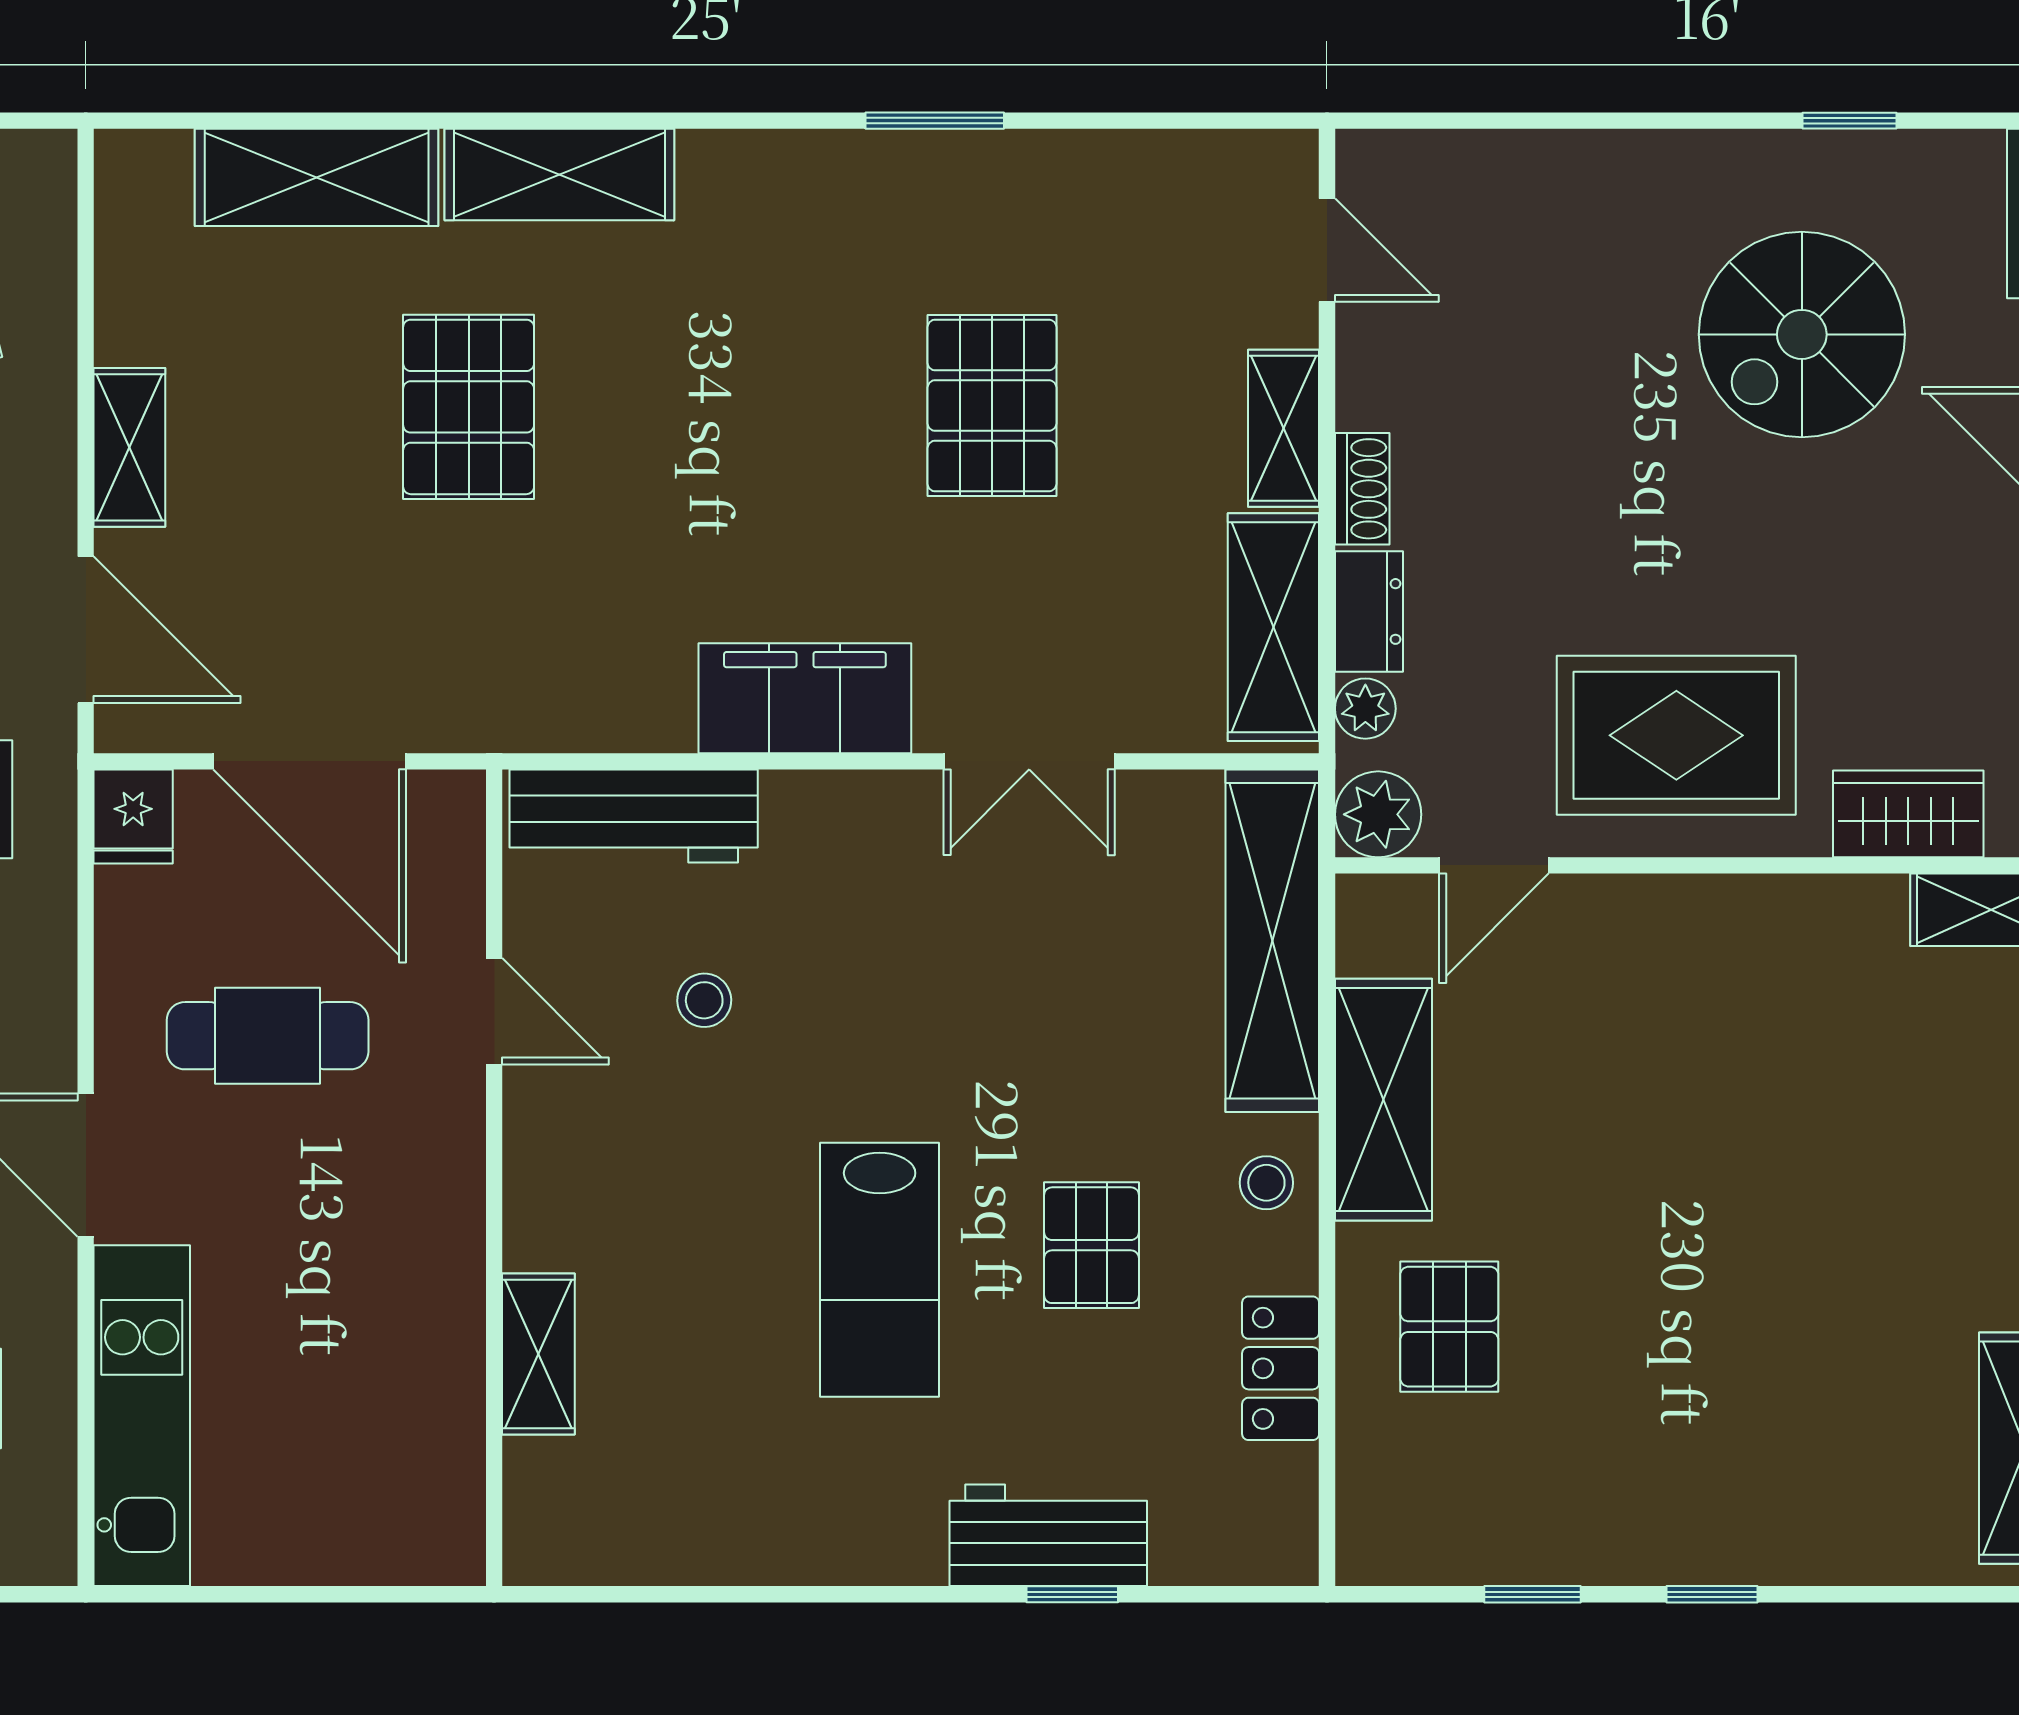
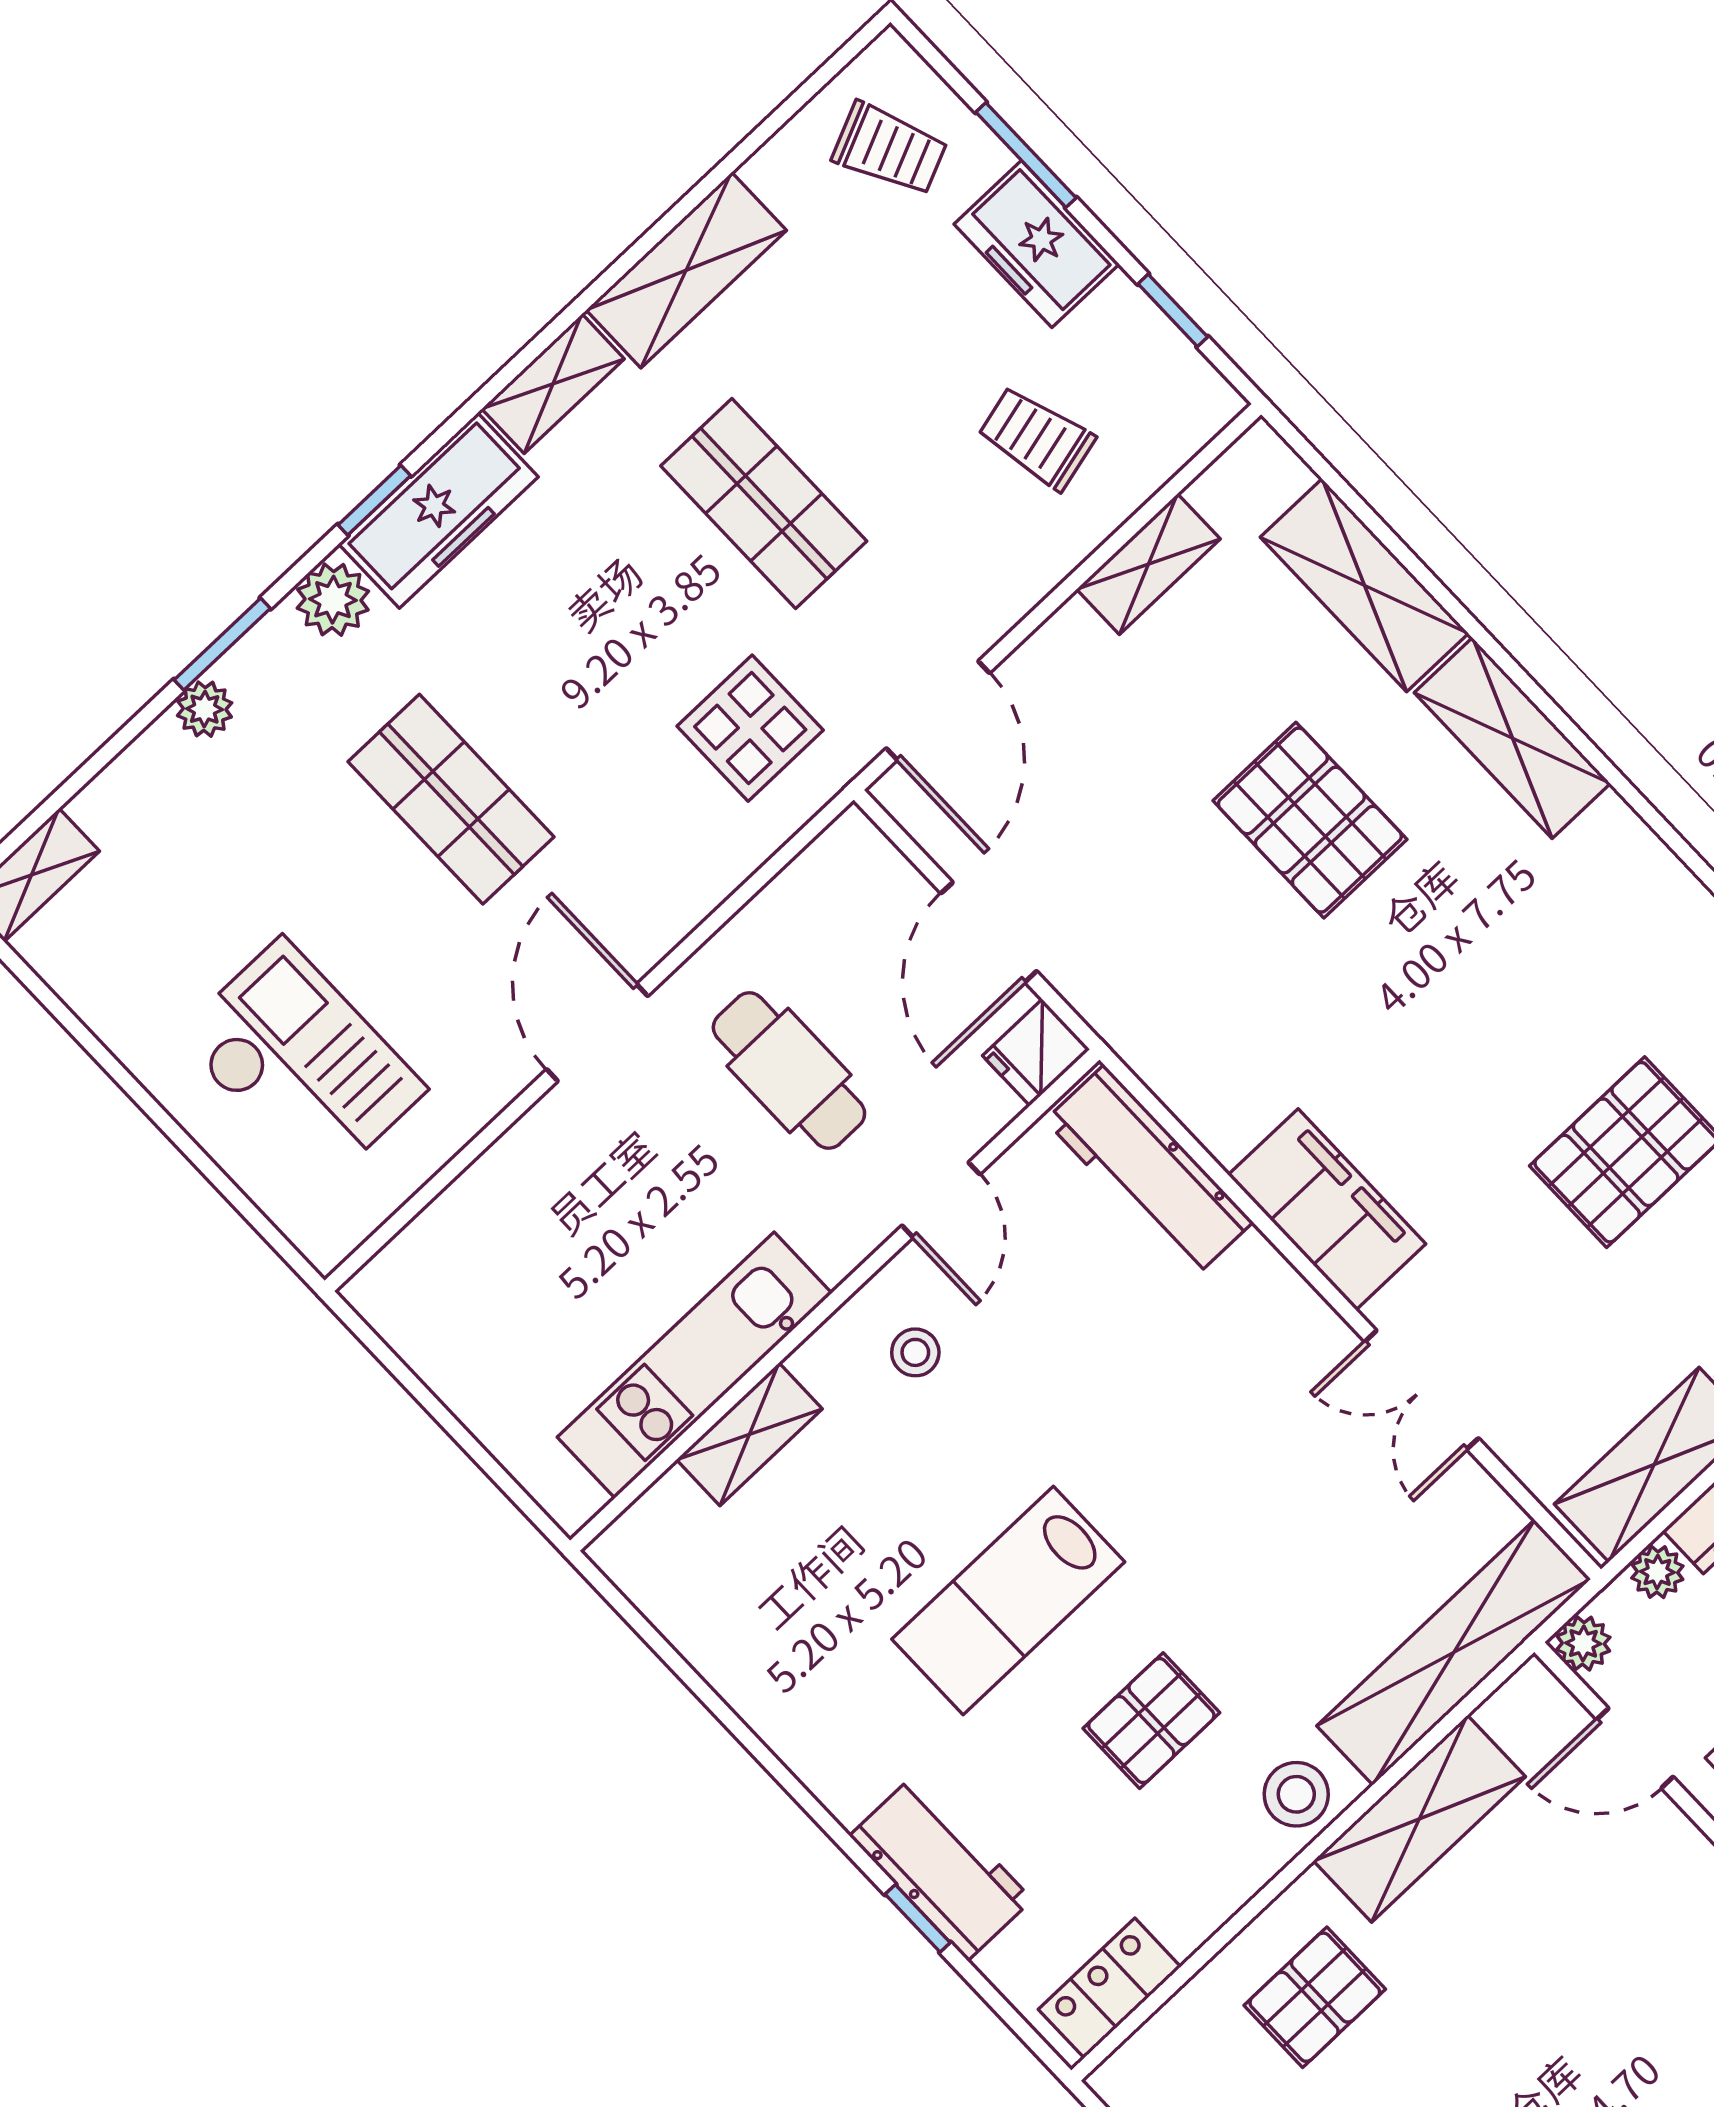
pallet: (469, 407) -> (1310, 820), turned 90
shelving: (129, 447) -> (1148, 564), moved
door: (310, 761) -> (989, 932), width x0.73
plant: (1378, 814) -> (1583, 1643), width x0.73, depth x0.73
fridge: (133, 816) -> (1036, 1052), moved
stool: (704, 1000) -> (915, 1352), moved
stool: (1266, 1183) -> (1296, 1794), width x1.37, depth x1.37
locker: (1281, 1368) -> (1110, 1988), moved
kitchen unit: (142, 1416) -> (695, 1365), moved, turned 180

